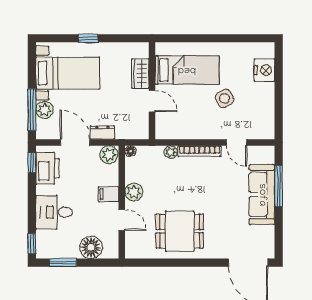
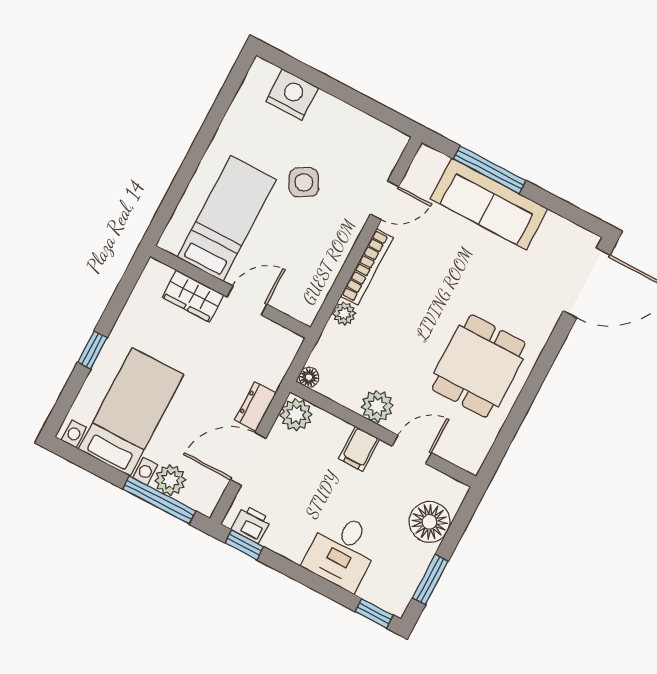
printer: (47, 168) -> (251, 524), width x0.53, depth x0.68

